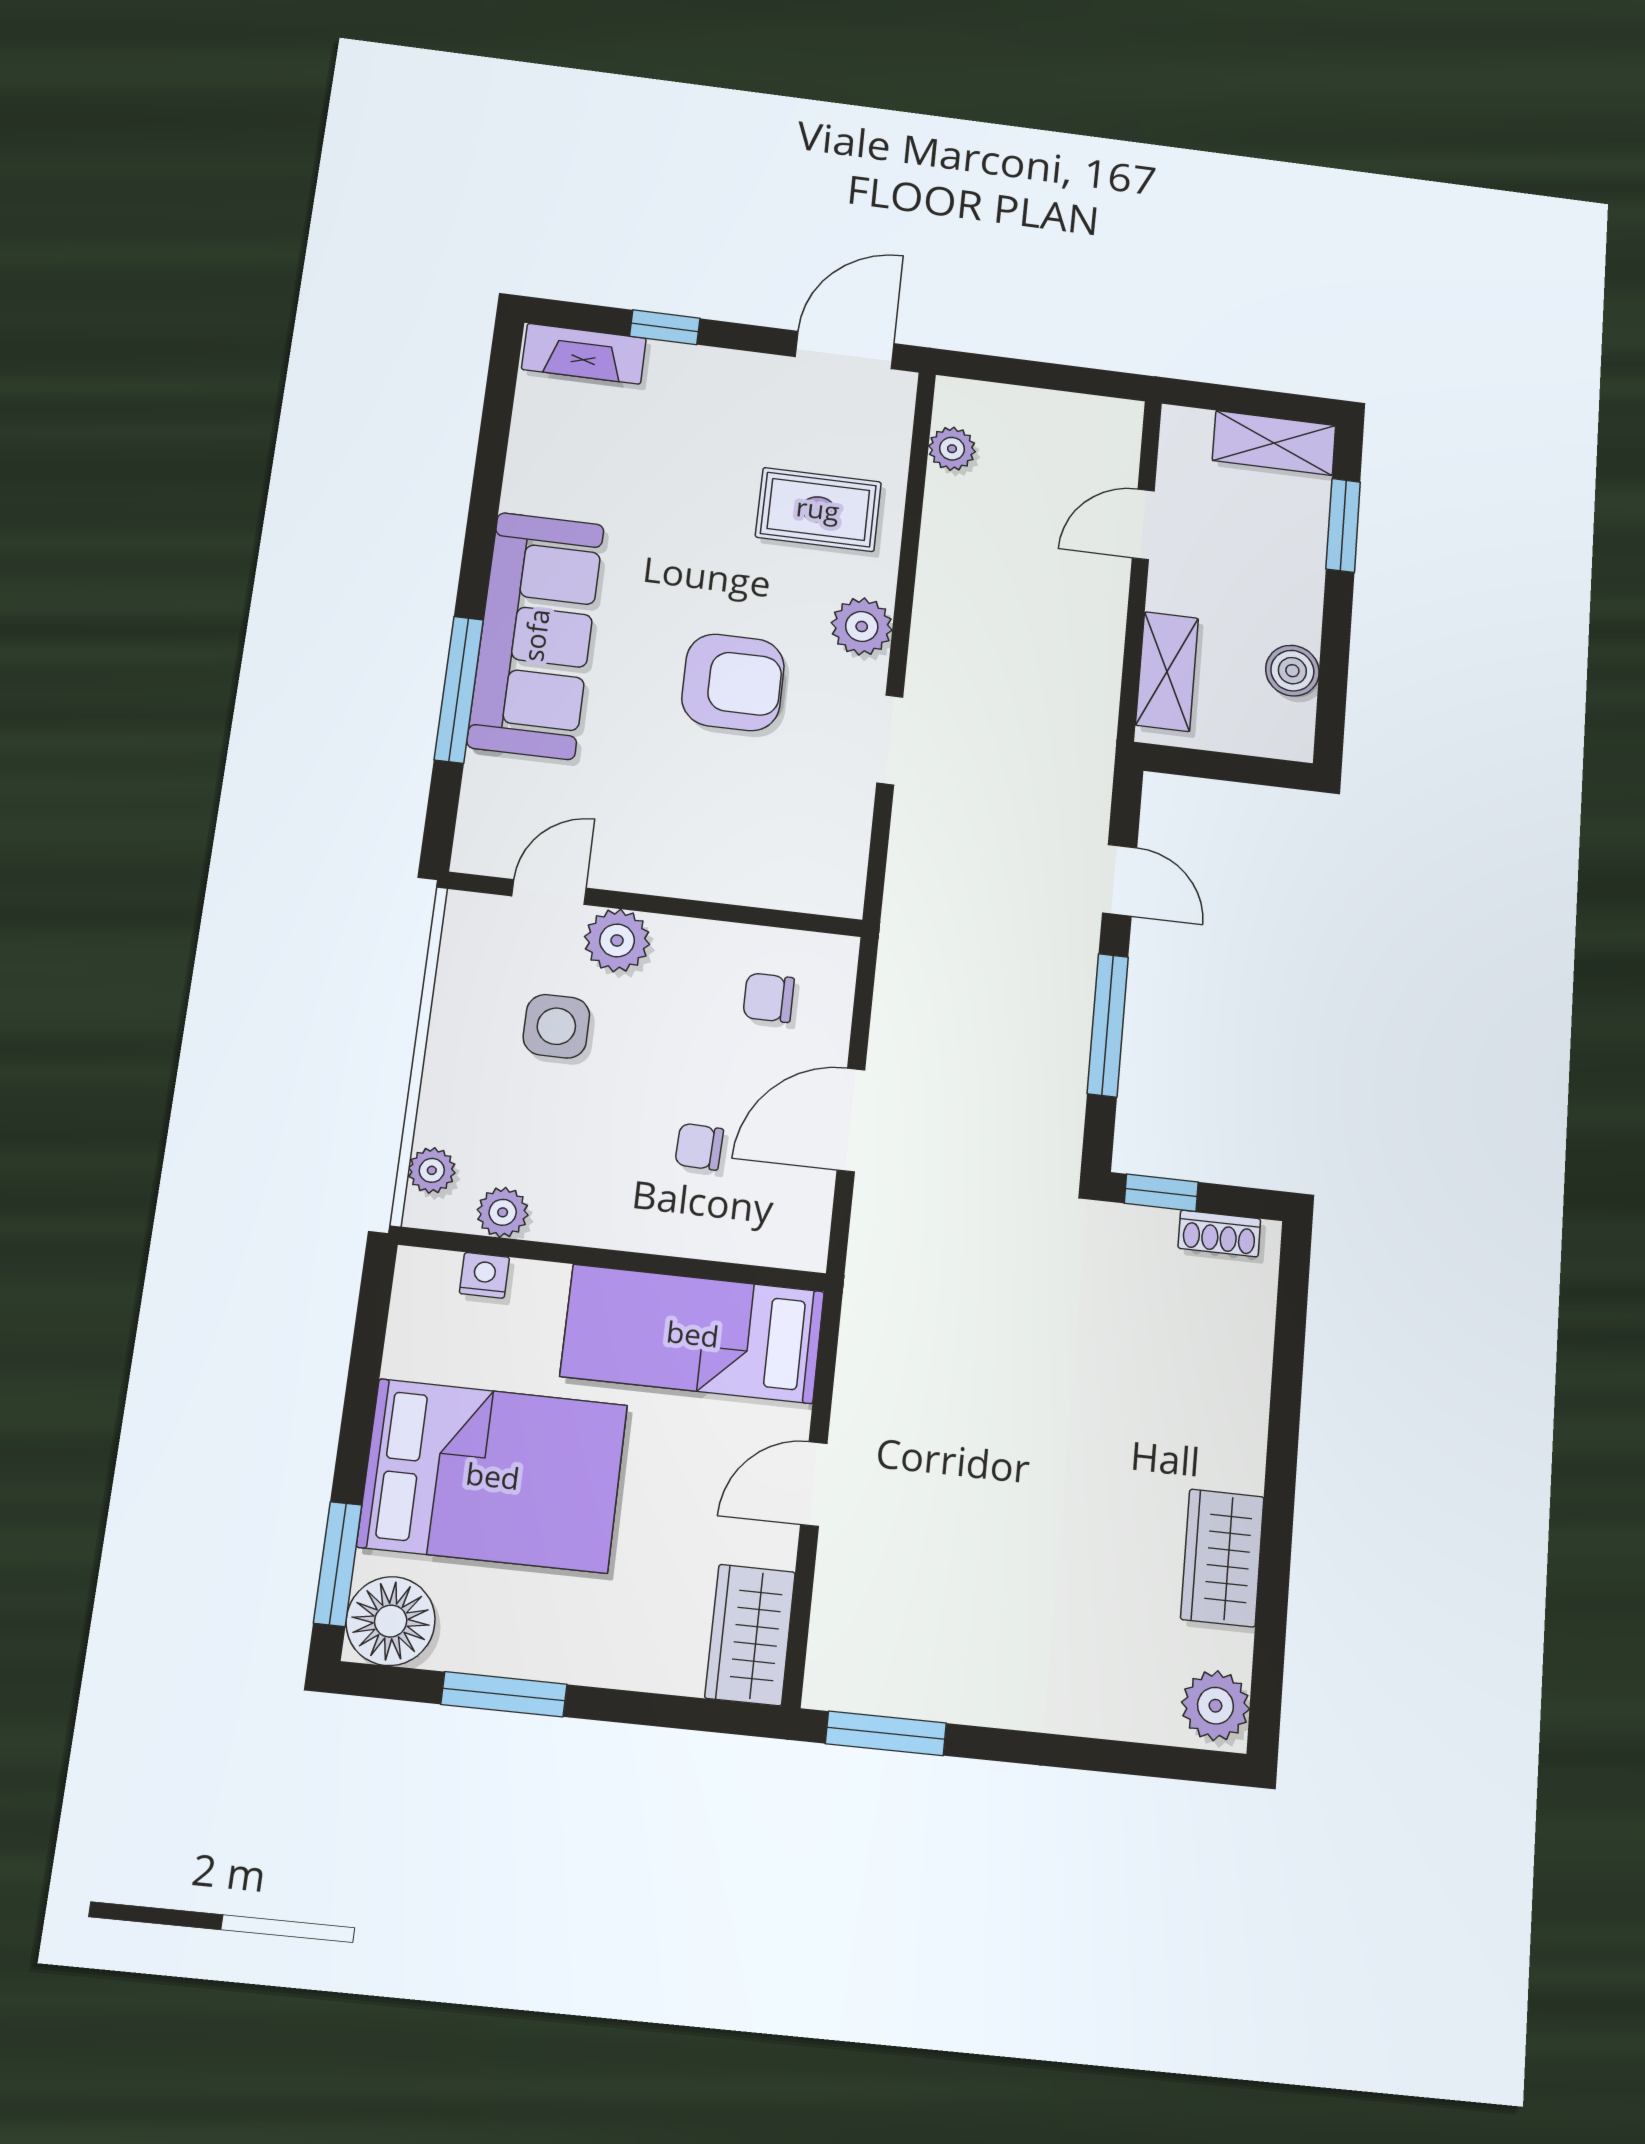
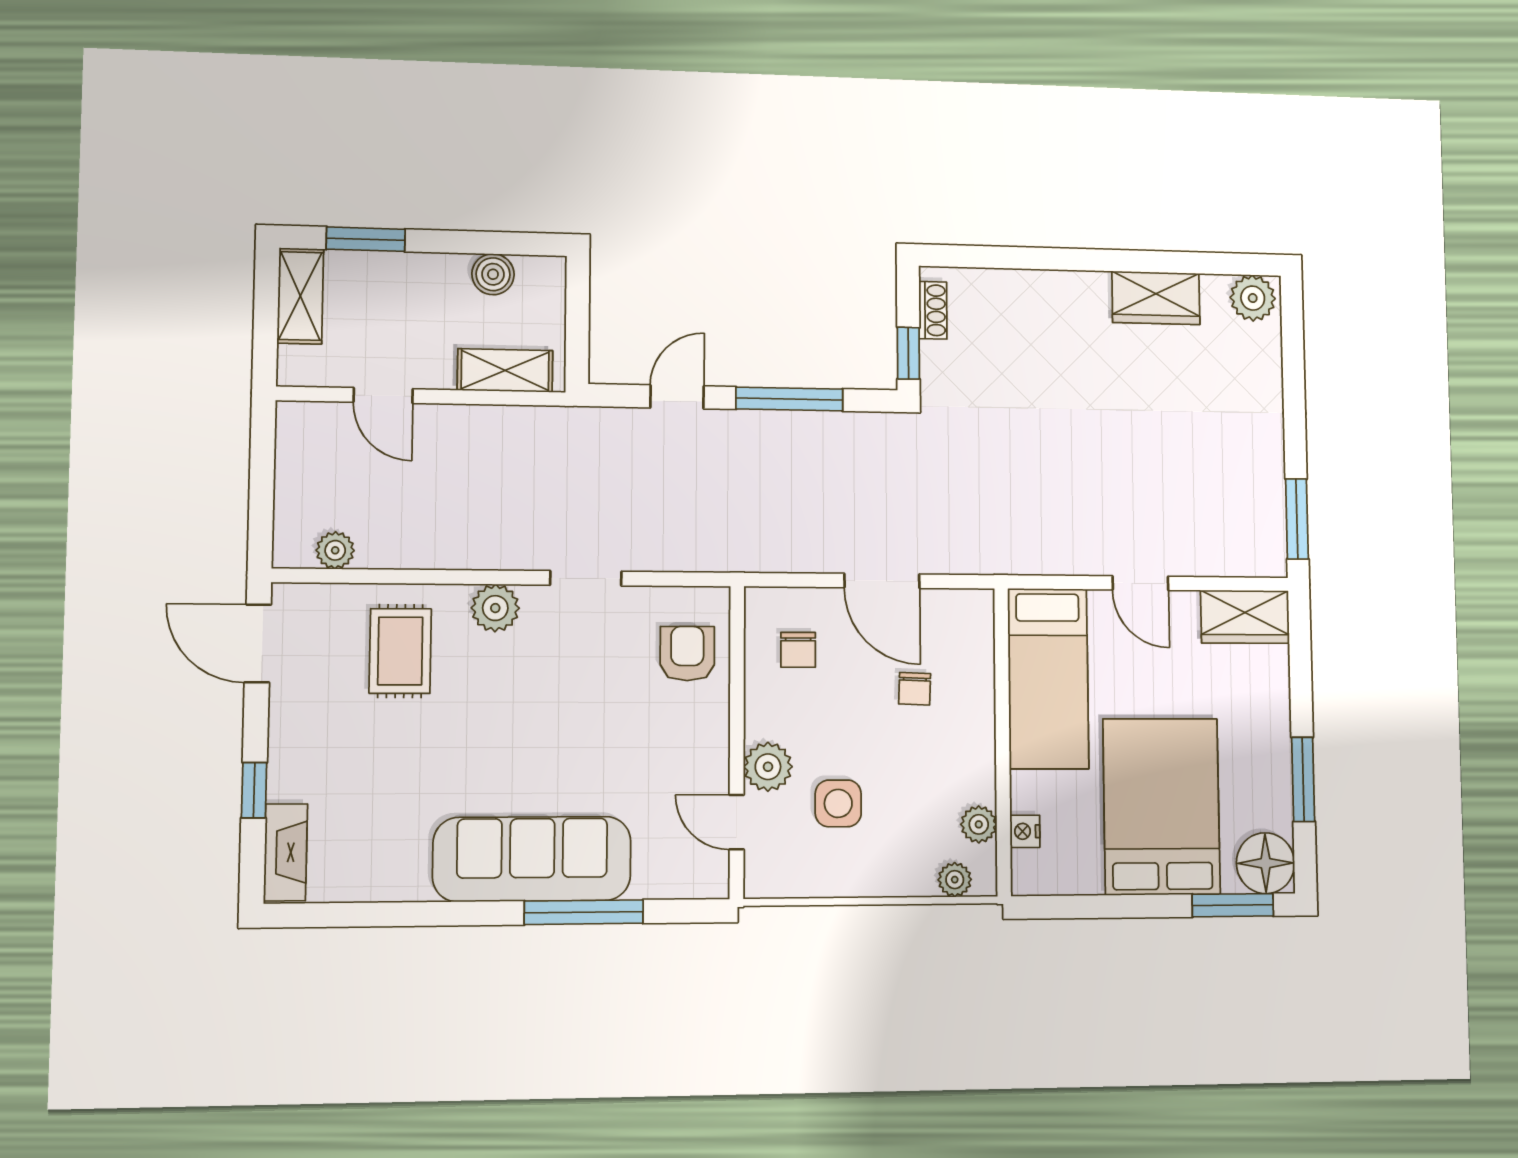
armchair: (733, 682) -> (687, 654), moved, width x0.72, depth x0.72

